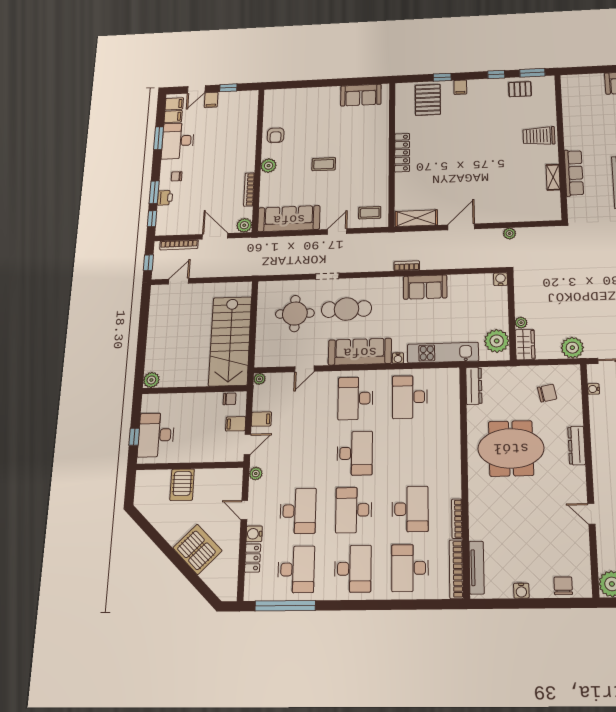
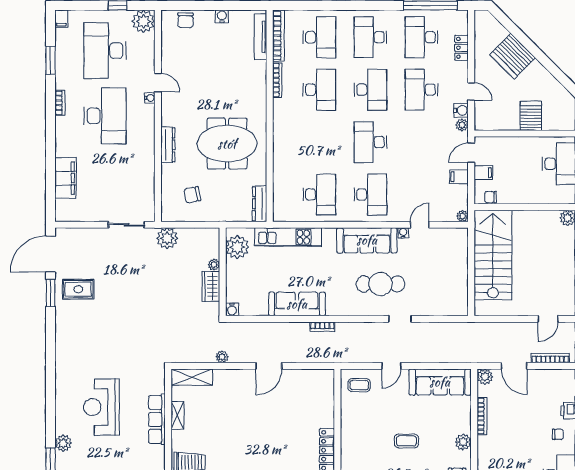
shelving: (416, 218) -> (192, 377), moved
sofa: (425, 287) -> (297, 304), width x1.36
round table: (295, 314) -> (431, 281), removed
wardrobe: (525, 345) -> (211, 287), moved
water cooler: (398, 358) -> (403, 233), moved
water cooler: (594, 389) -> (150, 98), moved
desk: (410, 509) -> (319, 90), turned 180
water cooler: (254, 534) -> (461, 110), moved

